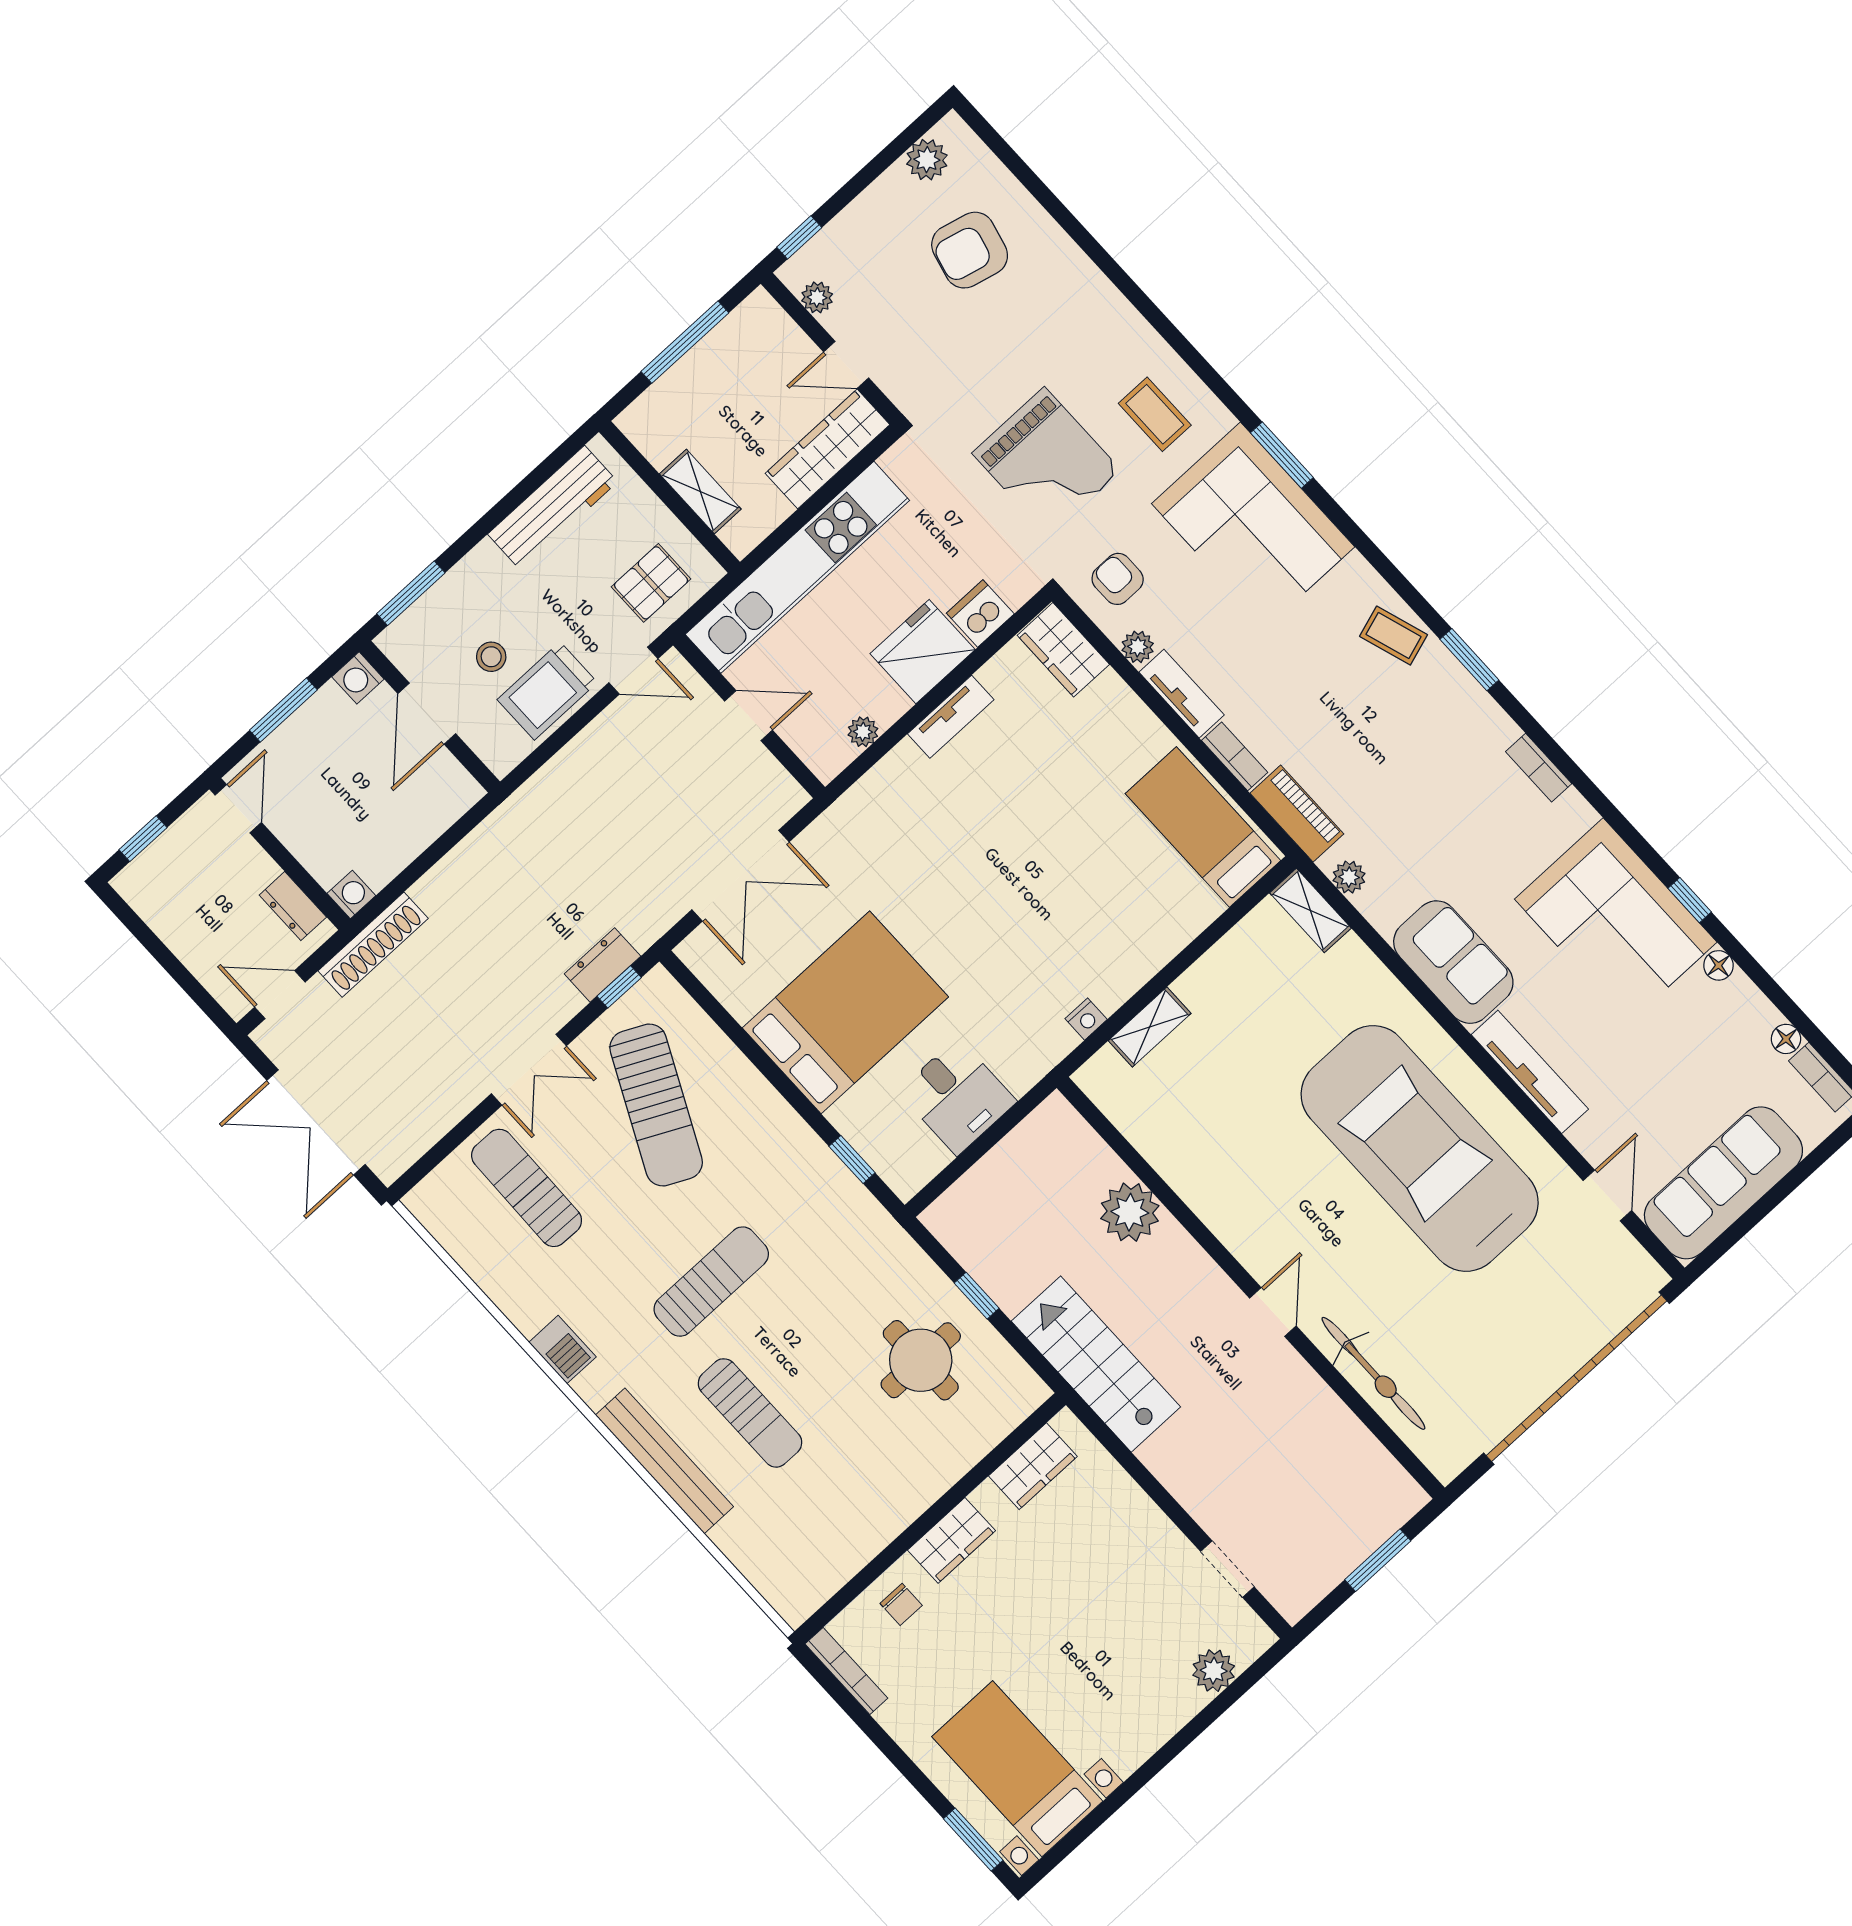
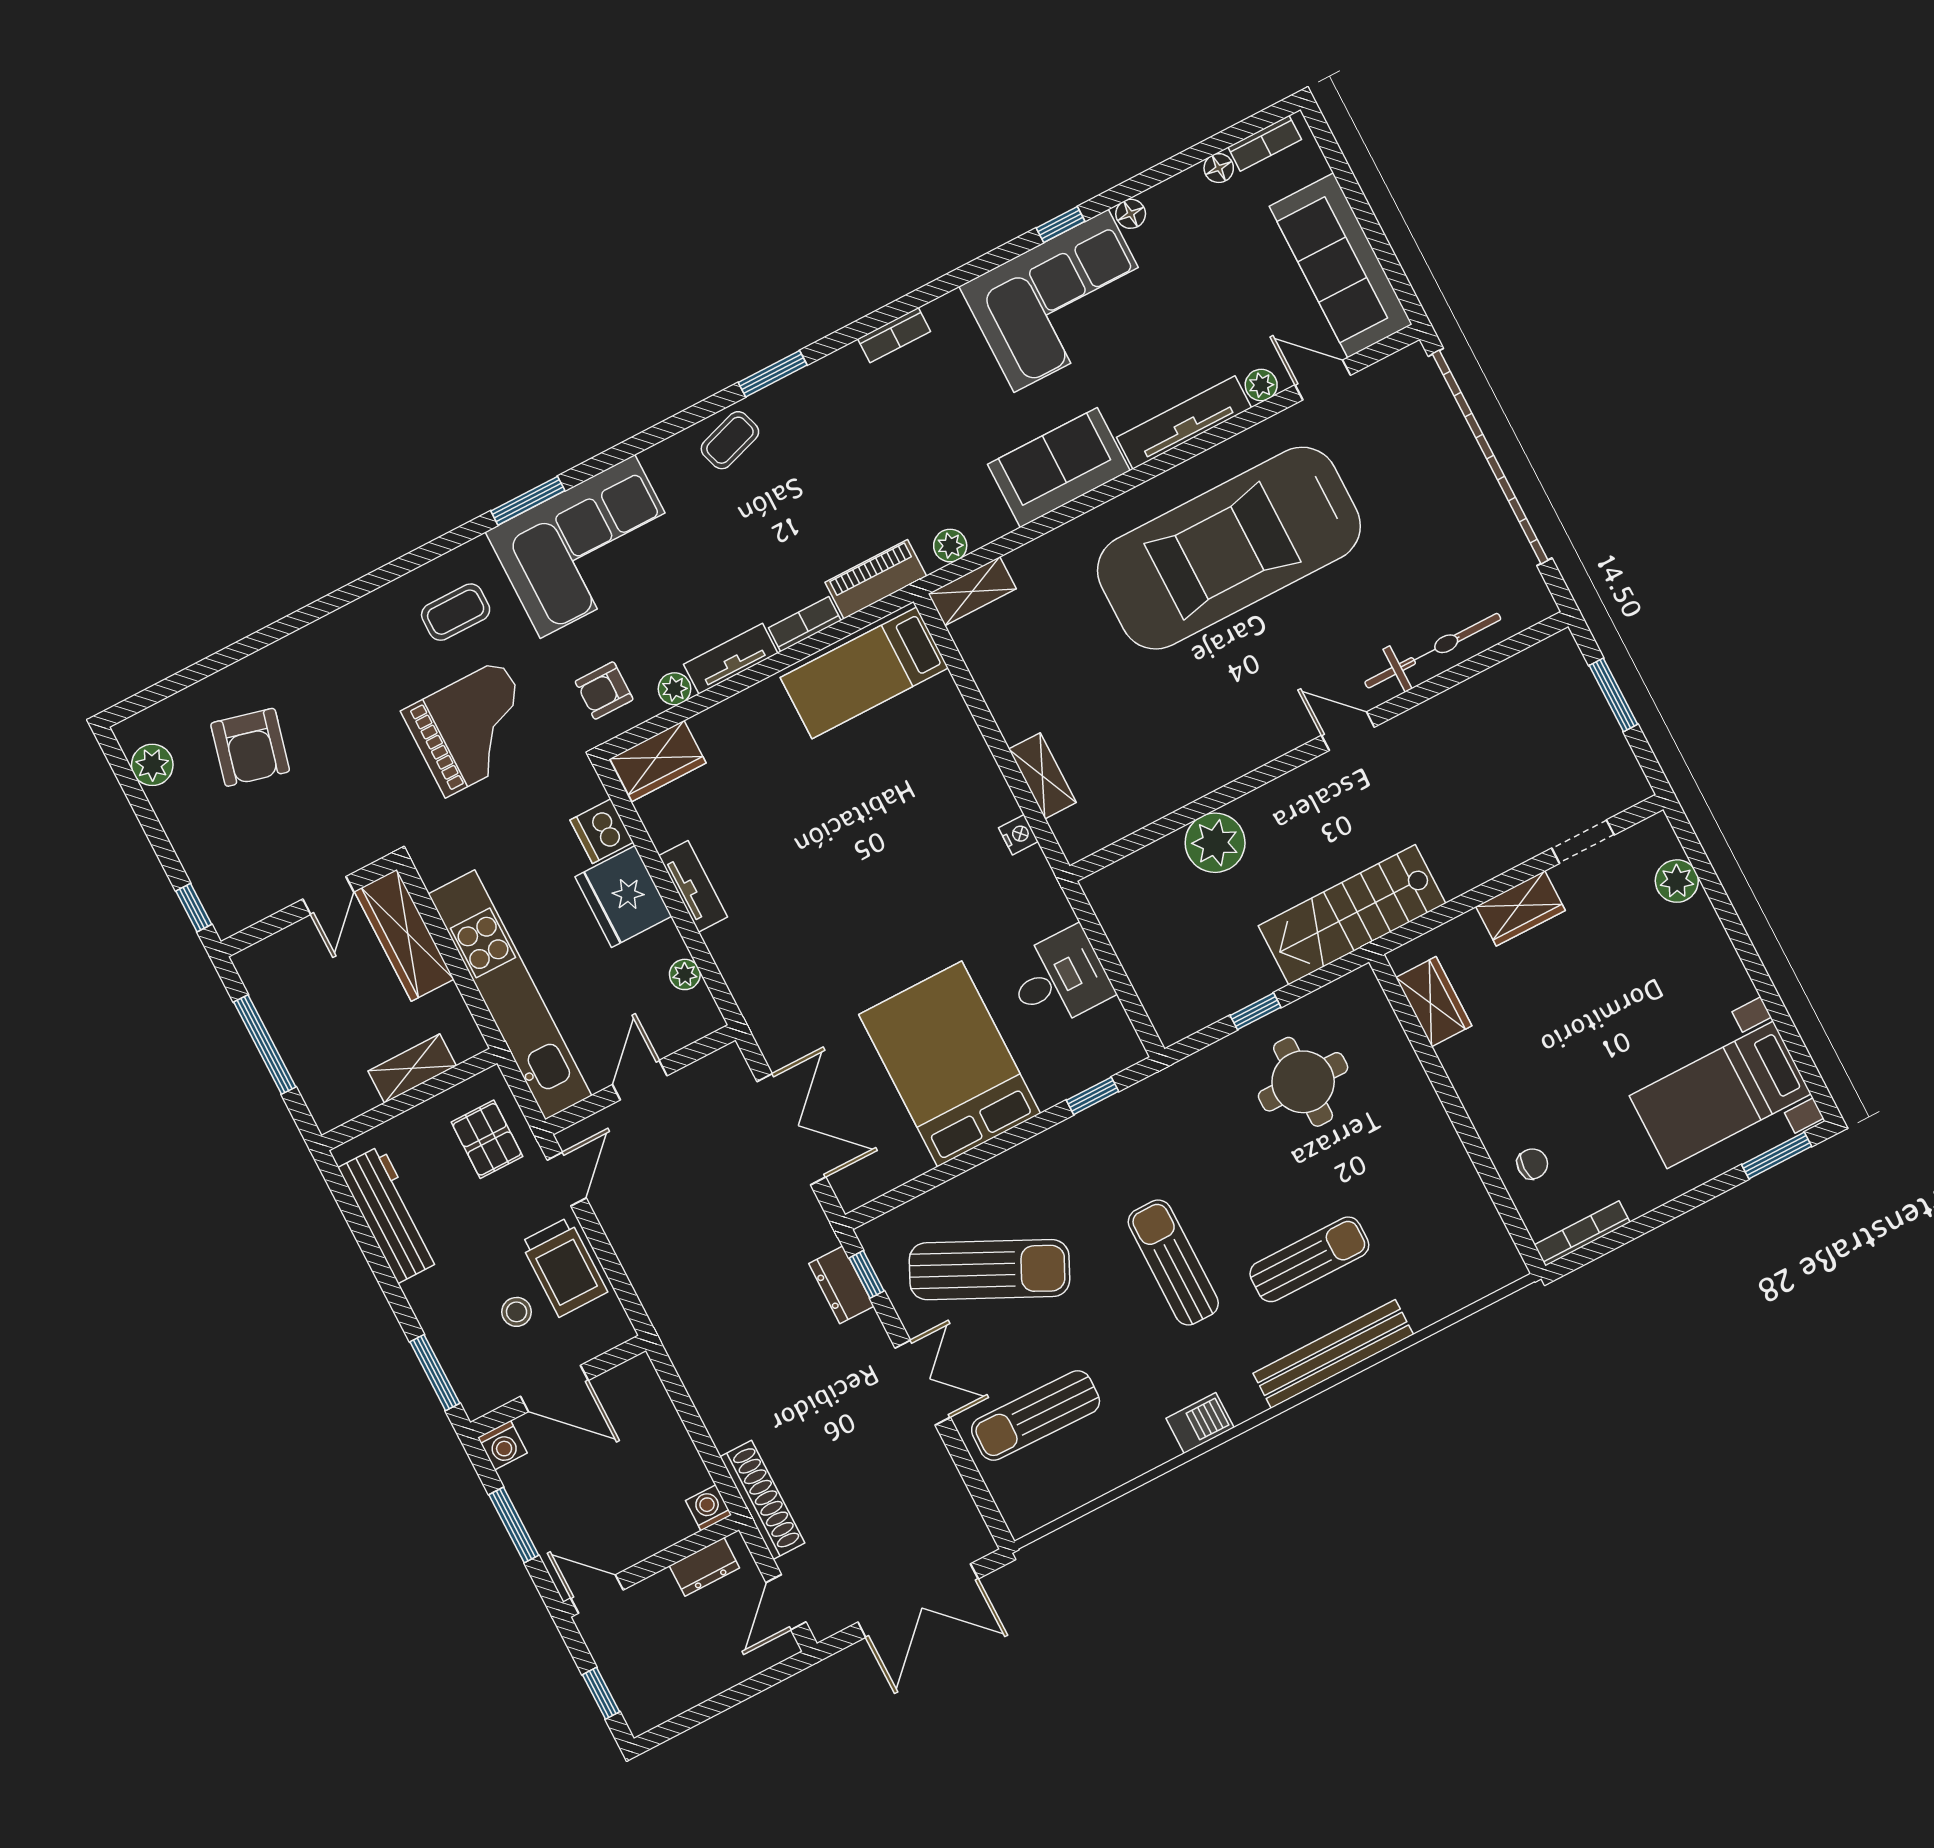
plant: (817, 297) -> (1261, 385), moved
wardrobe: (951, 1540) -> (1520, 908), moved, turned 90

